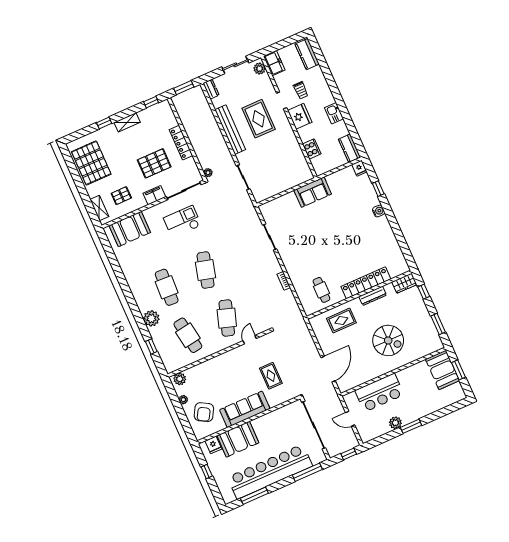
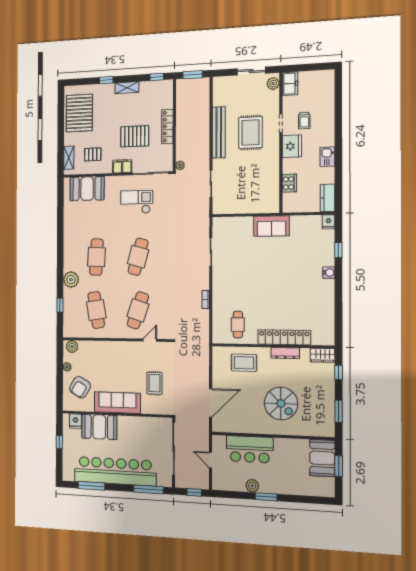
kitchen counter: (307, 54) -> (327, 87), removed
dresser: (211, 89) -> (218, 86), removed

